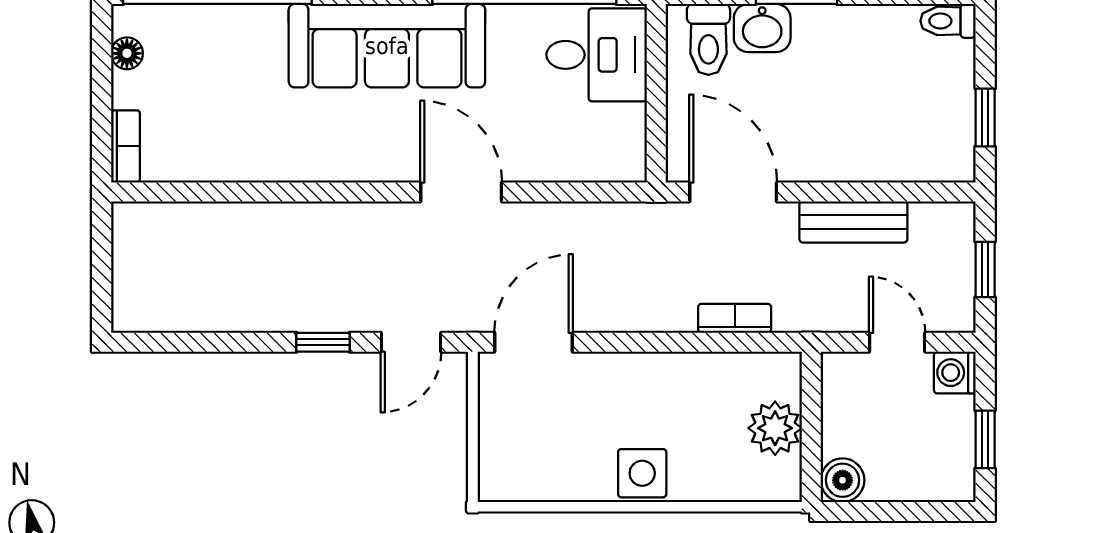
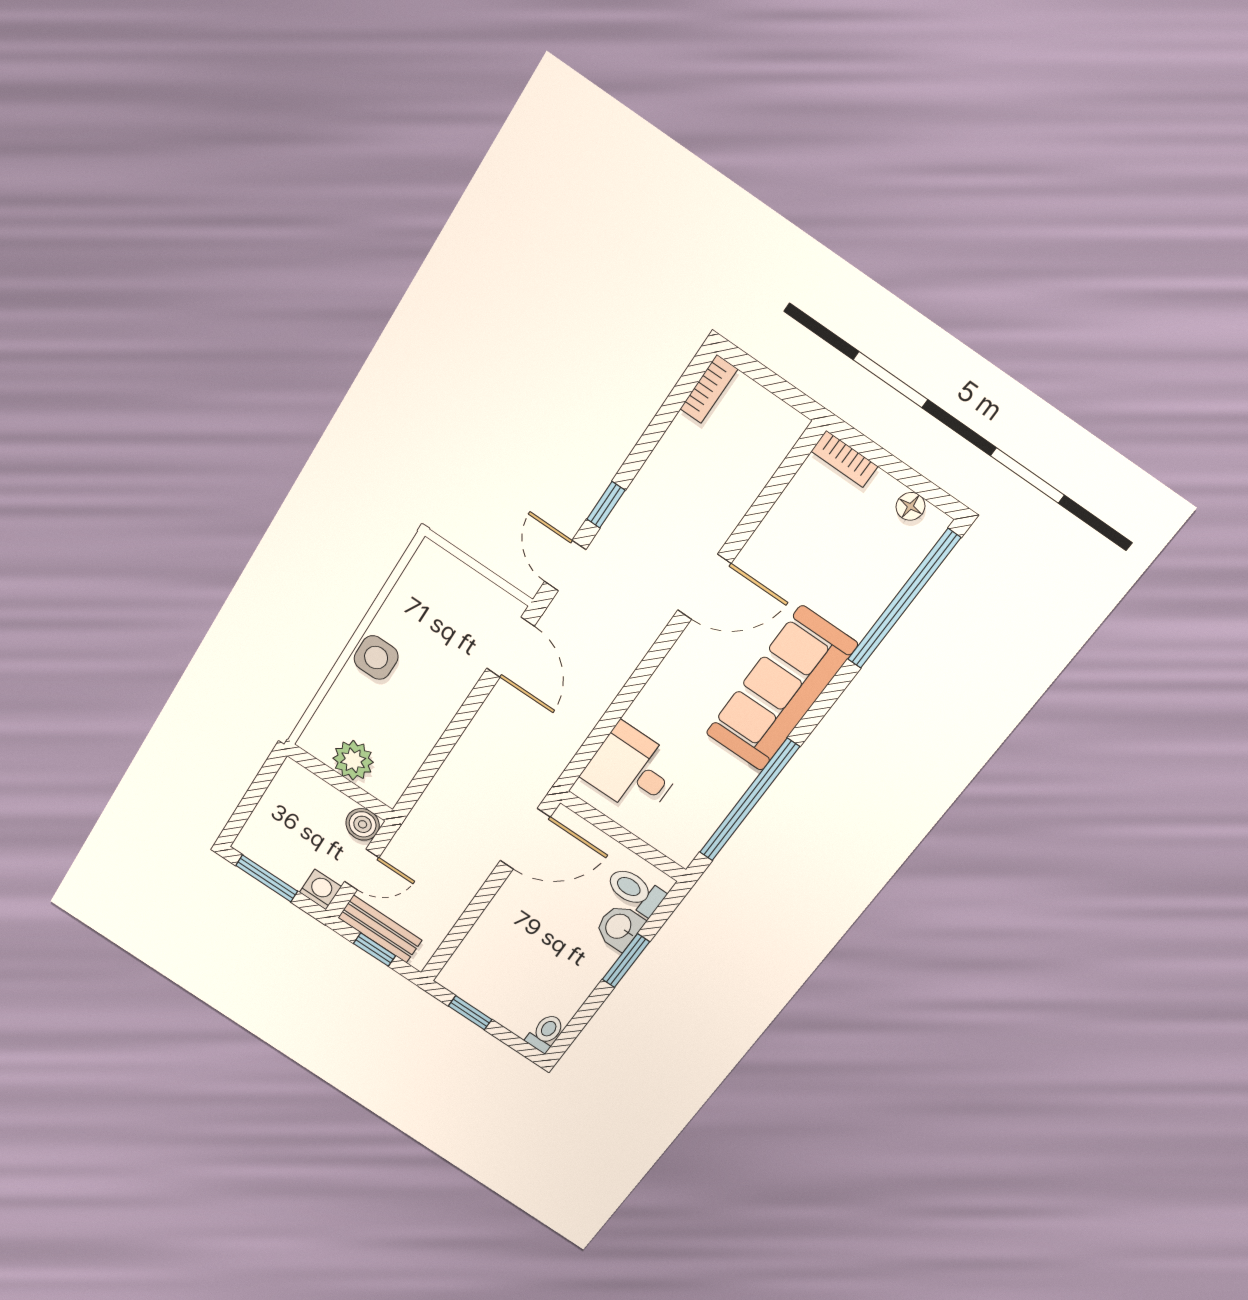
desk: (597, 55) -> (633, 770), moved, turned 90
door: (461, 192) -> (704, 587), moved
bench: (853, 222) -> (380, 929), moved, turned 90
bookcase: (735, 318) -> (709, 389), moved
window: (985, 439) -> (267, 878), width x1.50
boiler: (843, 480) -> (363, 824), moved

